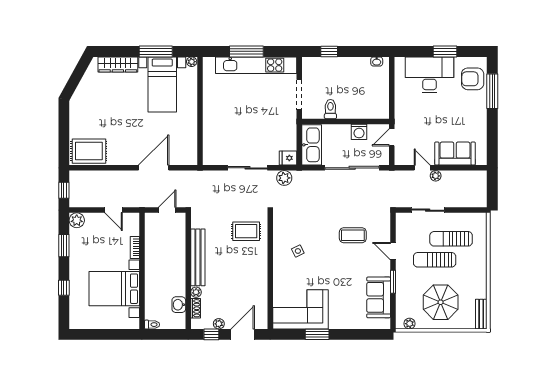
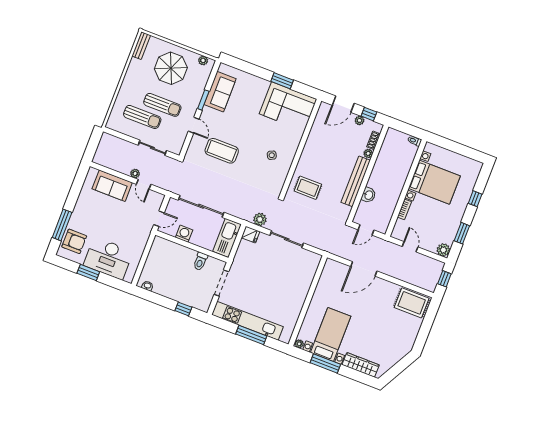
coffee table: (353, 235) -> (222, 151), width x1.36, depth x1.32
washbasin: (179, 305) -> (368, 195), moved

